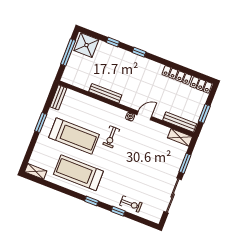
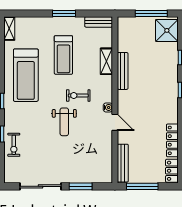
window: (204, 114) -> (142, 186), width x1.44
treadmill: (74, 136) -> (63, 55), width x0.73, depth x0.73
shelving: (180, 137) -> (106, 61), moved
weight bench: (128, 156) -> (64, 122), added
treadmill: (78, 173) -> (26, 75), turned 180

